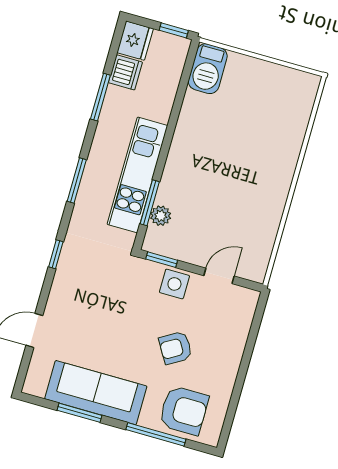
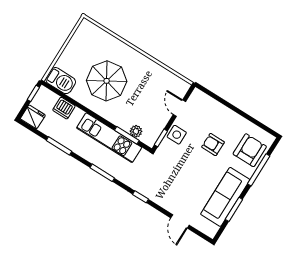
dishwasher: (125, 72) -> (64, 108), moved, turned 180
parasol: (229, 144) -> (107, 81), added
armchair: (176, 348) -> (213, 145), turned 121

